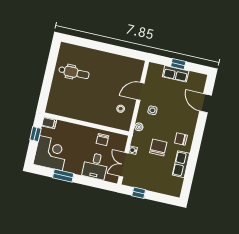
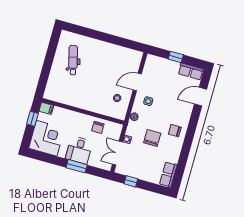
dental chair: (74, 72) -> (73, 60), turned -105
row of seats: (176, 74) -> (191, 71), moved
door: (205, 103) -> (201, 97), hinge flipped
row of seats: (181, 164) -> (168, 175), moved
desk: (95, 166) -> (79, 150), moved
window: (63, 176) -> (77, 166), moved

